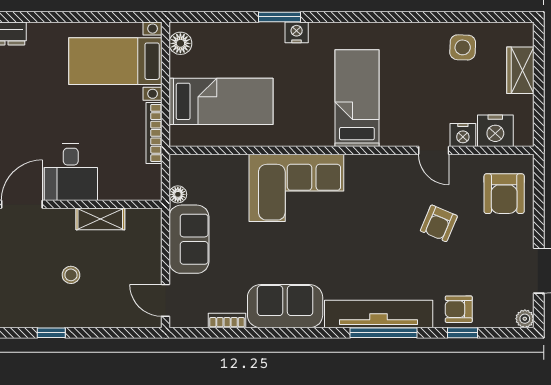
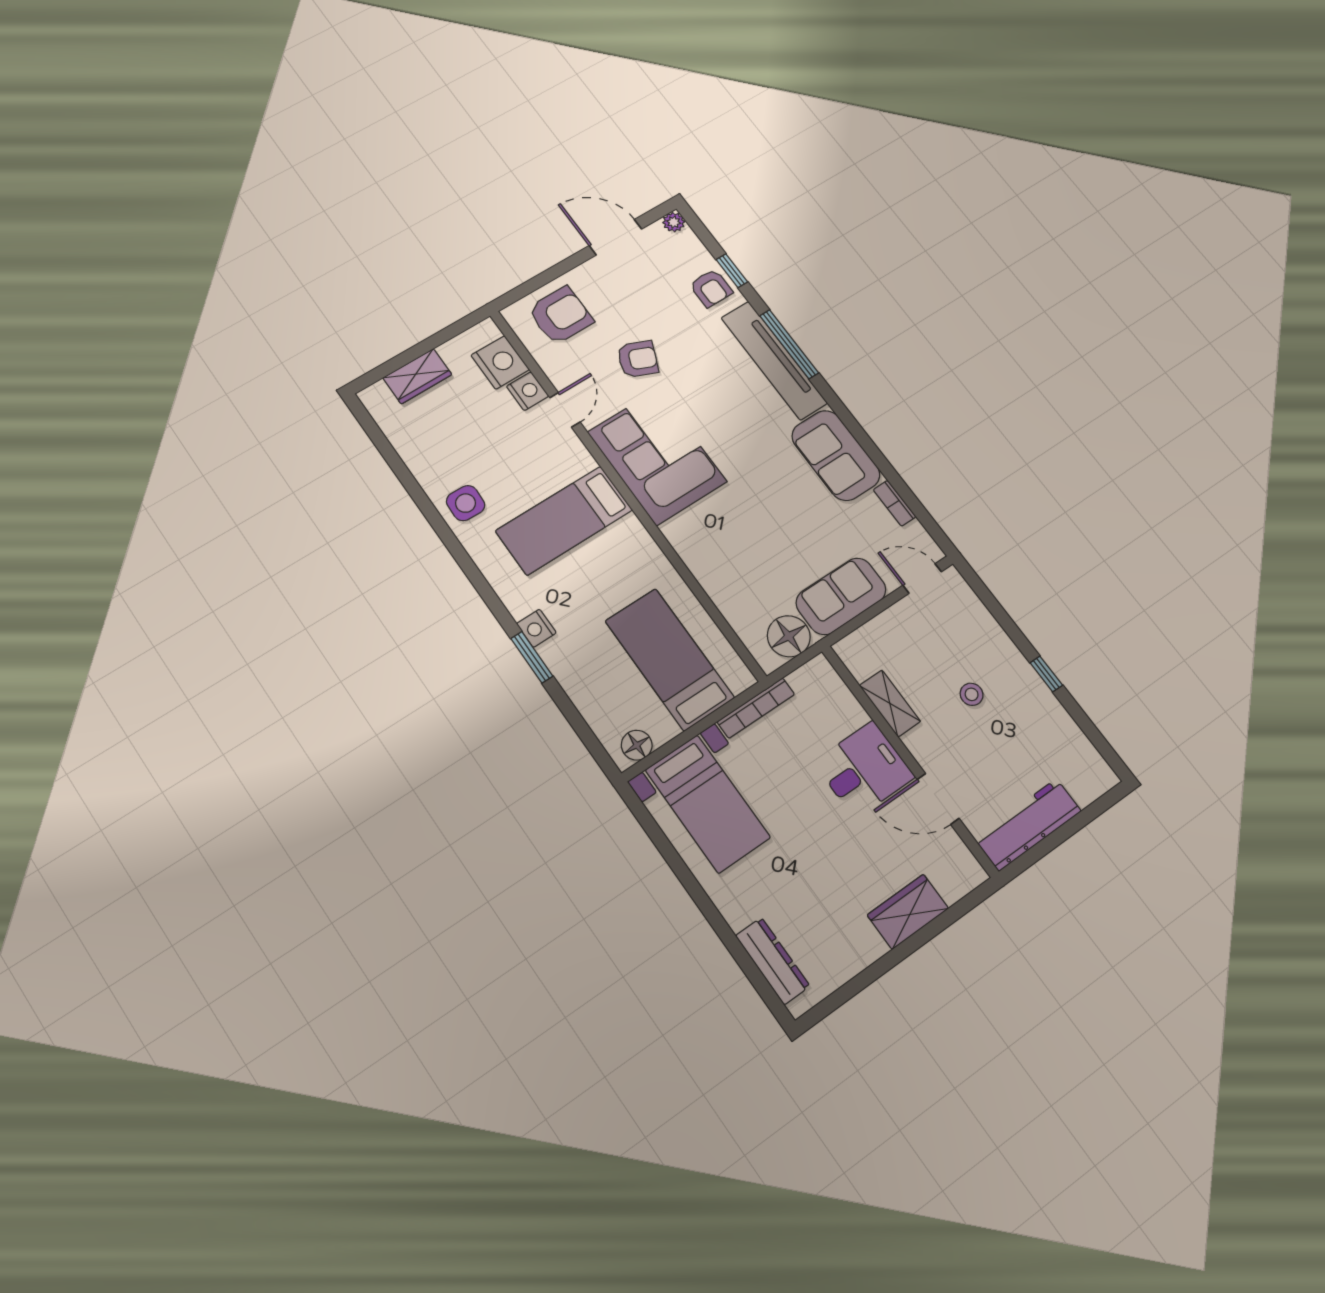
side table: (463, 47) -> (466, 503), moved
corner sofa: (296, 188) -> (657, 457), moved
floor lamp: (178, 194) -> (789, 636), width x1.89, depth x1.89
door: (166, 300) -> (922, 578), swing flipped

